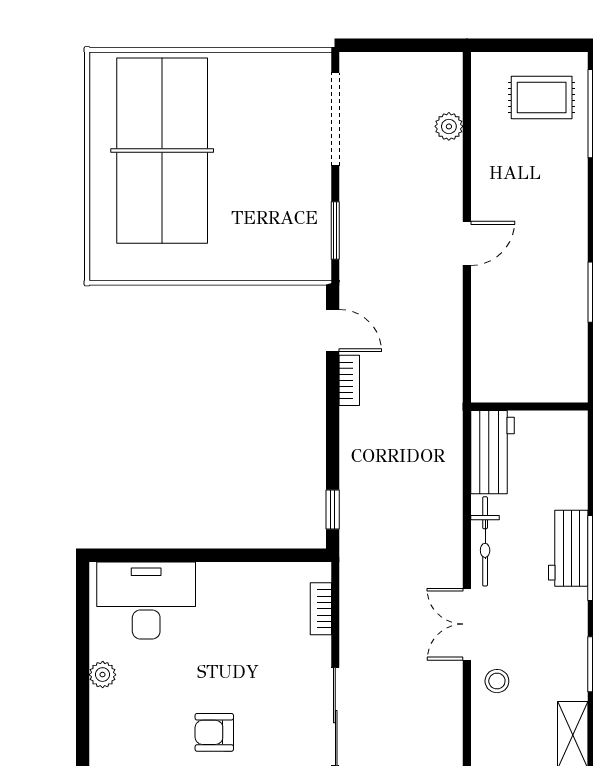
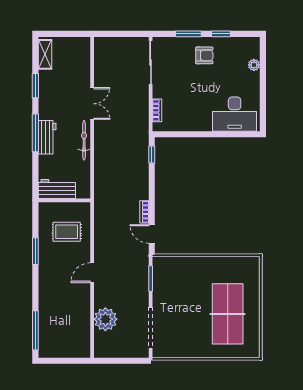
rug: (542, 98) -> (67, 232), moved
plant: (449, 126) -> (105, 319), width x1.88, depth x1.88
table tennis table: (162, 151) -> (228, 314), width x0.73, depth x0.76
workbench: (492, 452) -> (57, 189), moved, turned 90
plant: (103, 675) -> (254, 65), moved
stool: (497, 681) -> (79, 78), removed

